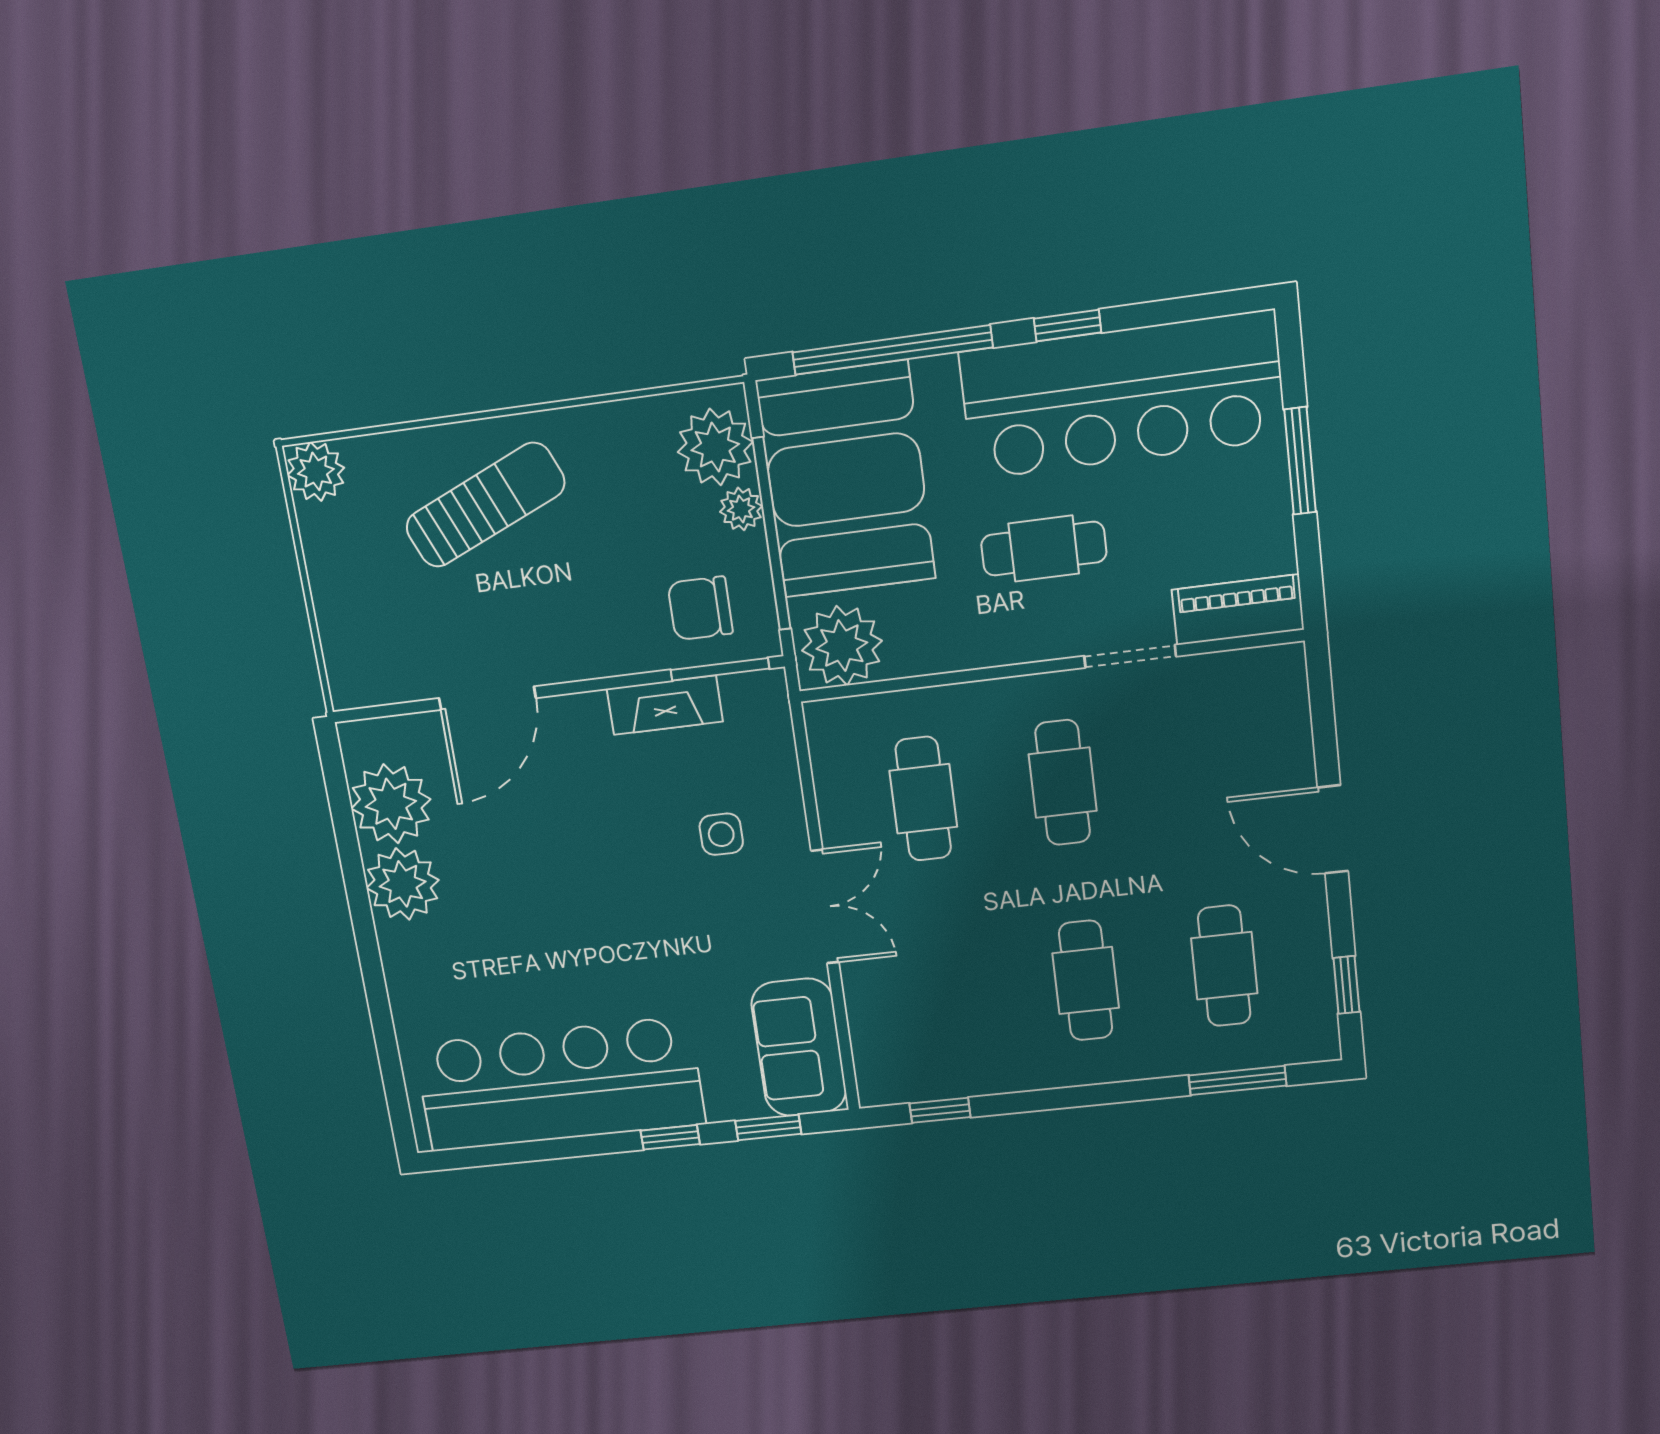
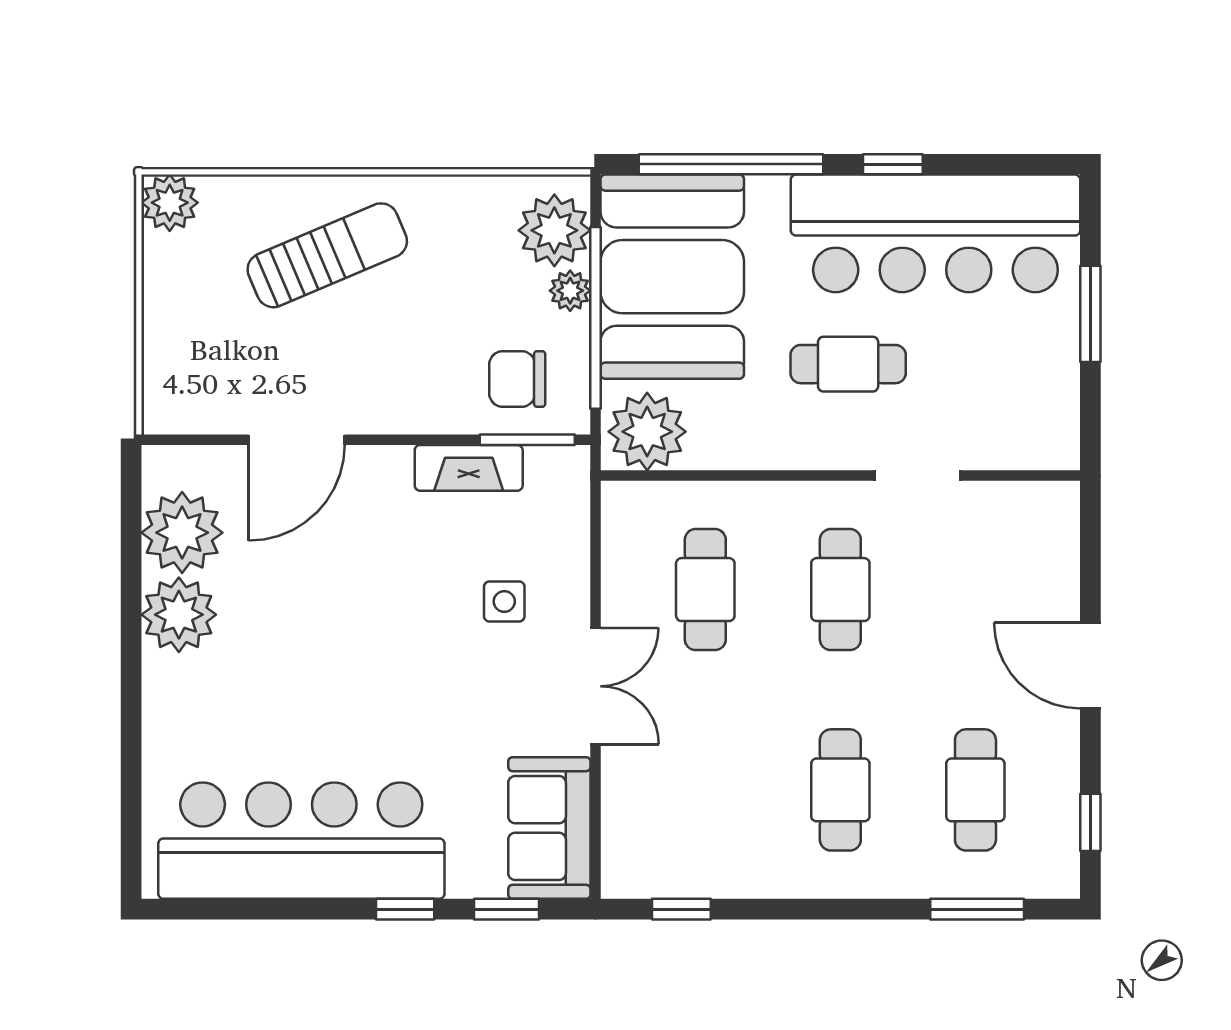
piano: (1238, 610) -> (1021, 444), removed

